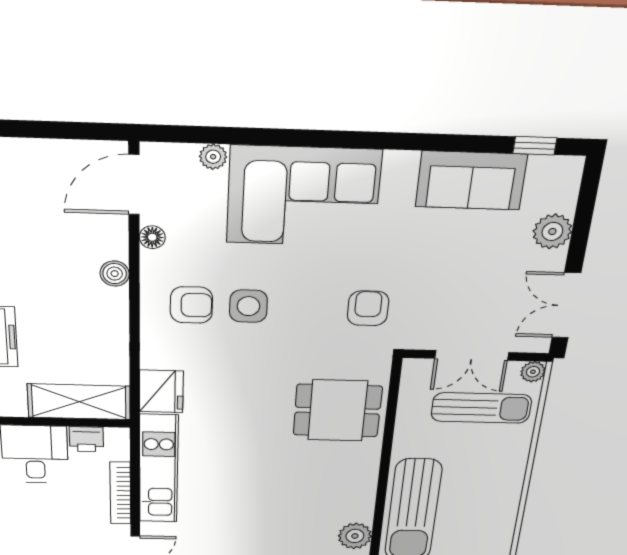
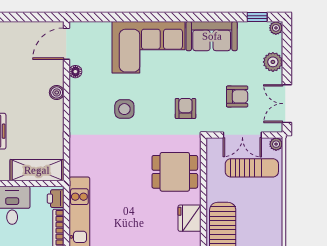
plant: (213, 157) -> (276, 28), moved
sofa: (471, 181) -> (212, 36), moved
armchair: (191, 305) -> (237, 96), moved
fridge: (161, 391) -> (190, 218), moved, turned 180
printer: (86, 439) -> (56, 199), moved, turned 90

